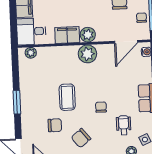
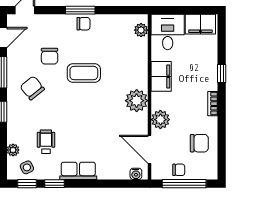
plant: (88, 35) -> (160, 120), moved
chair: (101, 107) -> (83, 24), moved
wheelchair: (124, 125) -> (46, 142), turned -90

